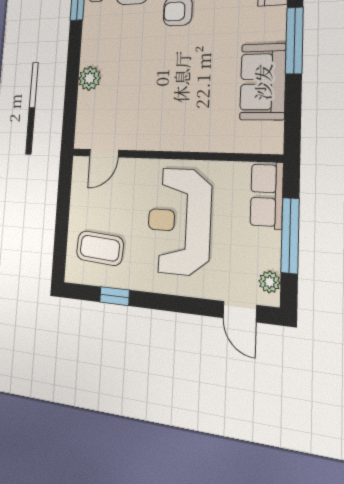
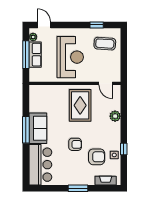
sofa: (263, 82) -> (38, 128), moved
rug: (162, 102) -> (80, 105), added
door: (104, 153) -> (106, 83), swing flipped
row of seats: (267, 195) -> (35, 55), moved

